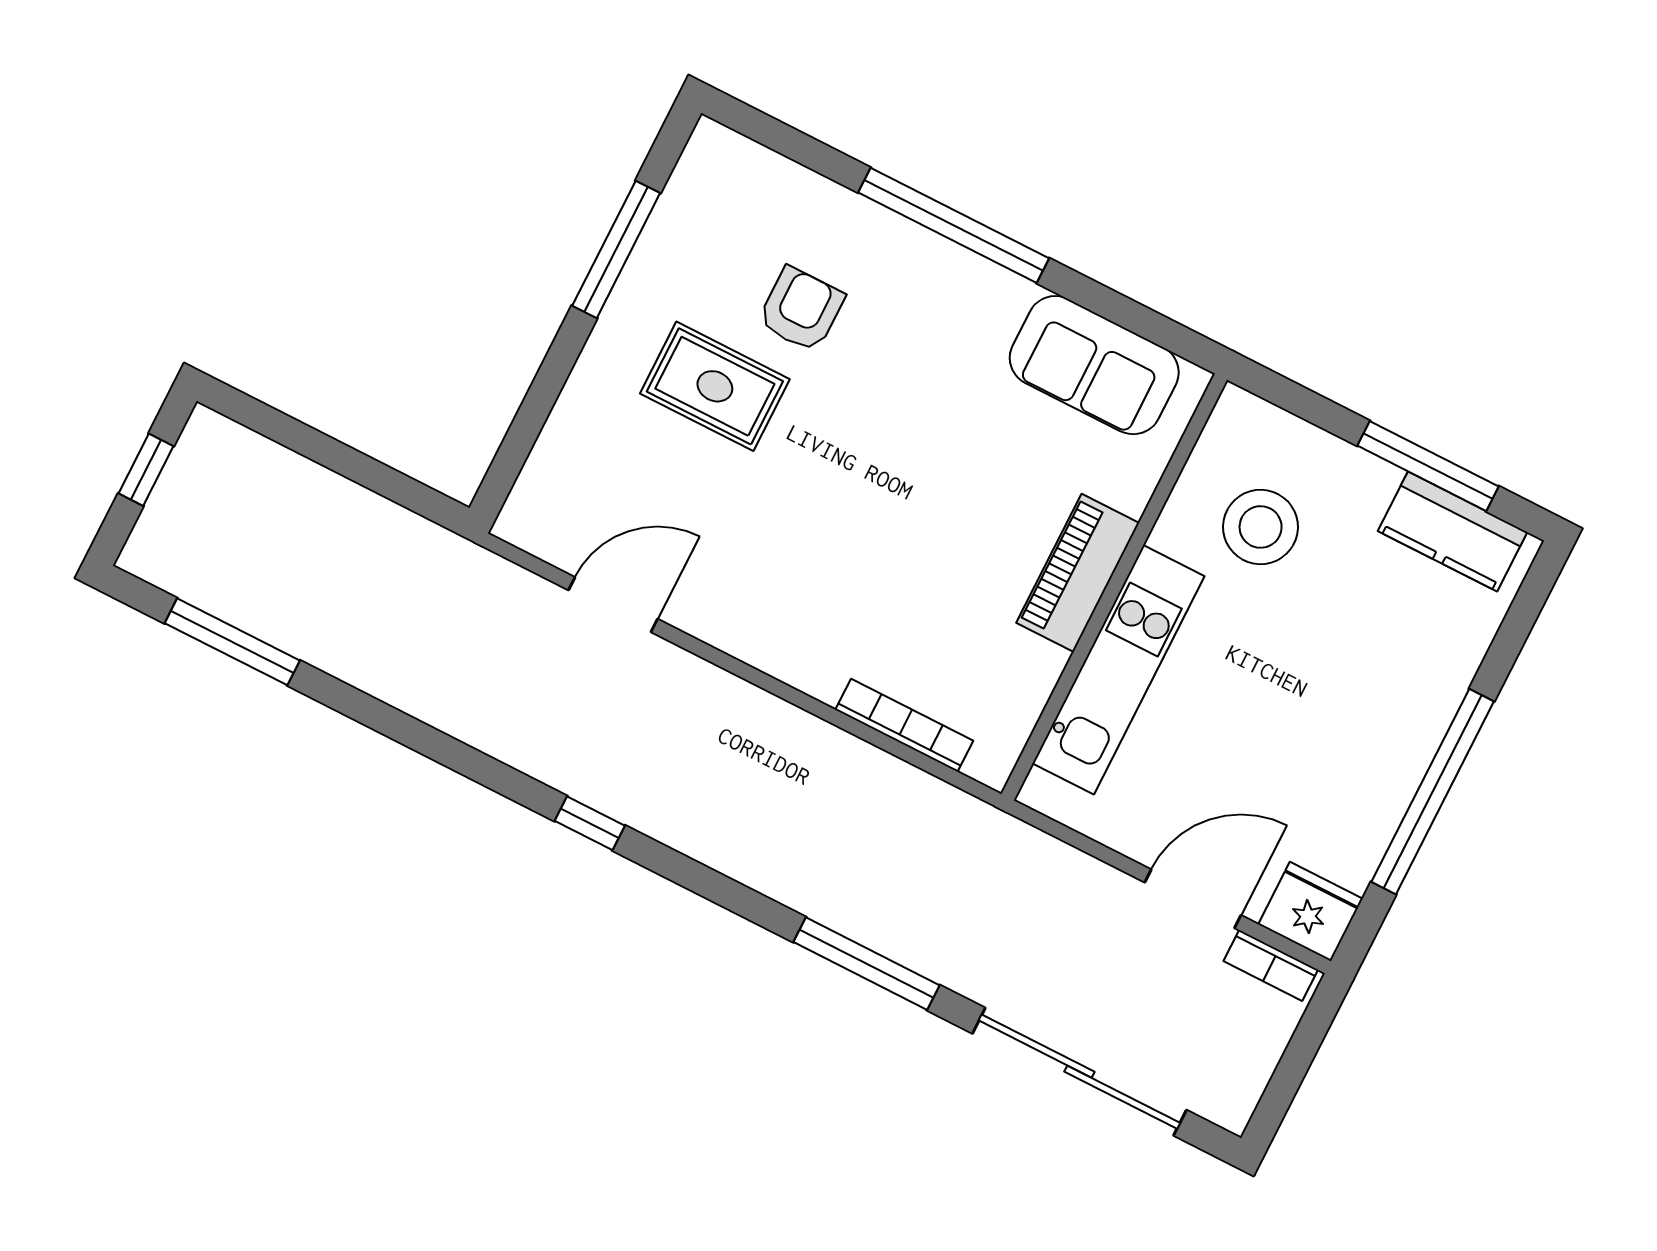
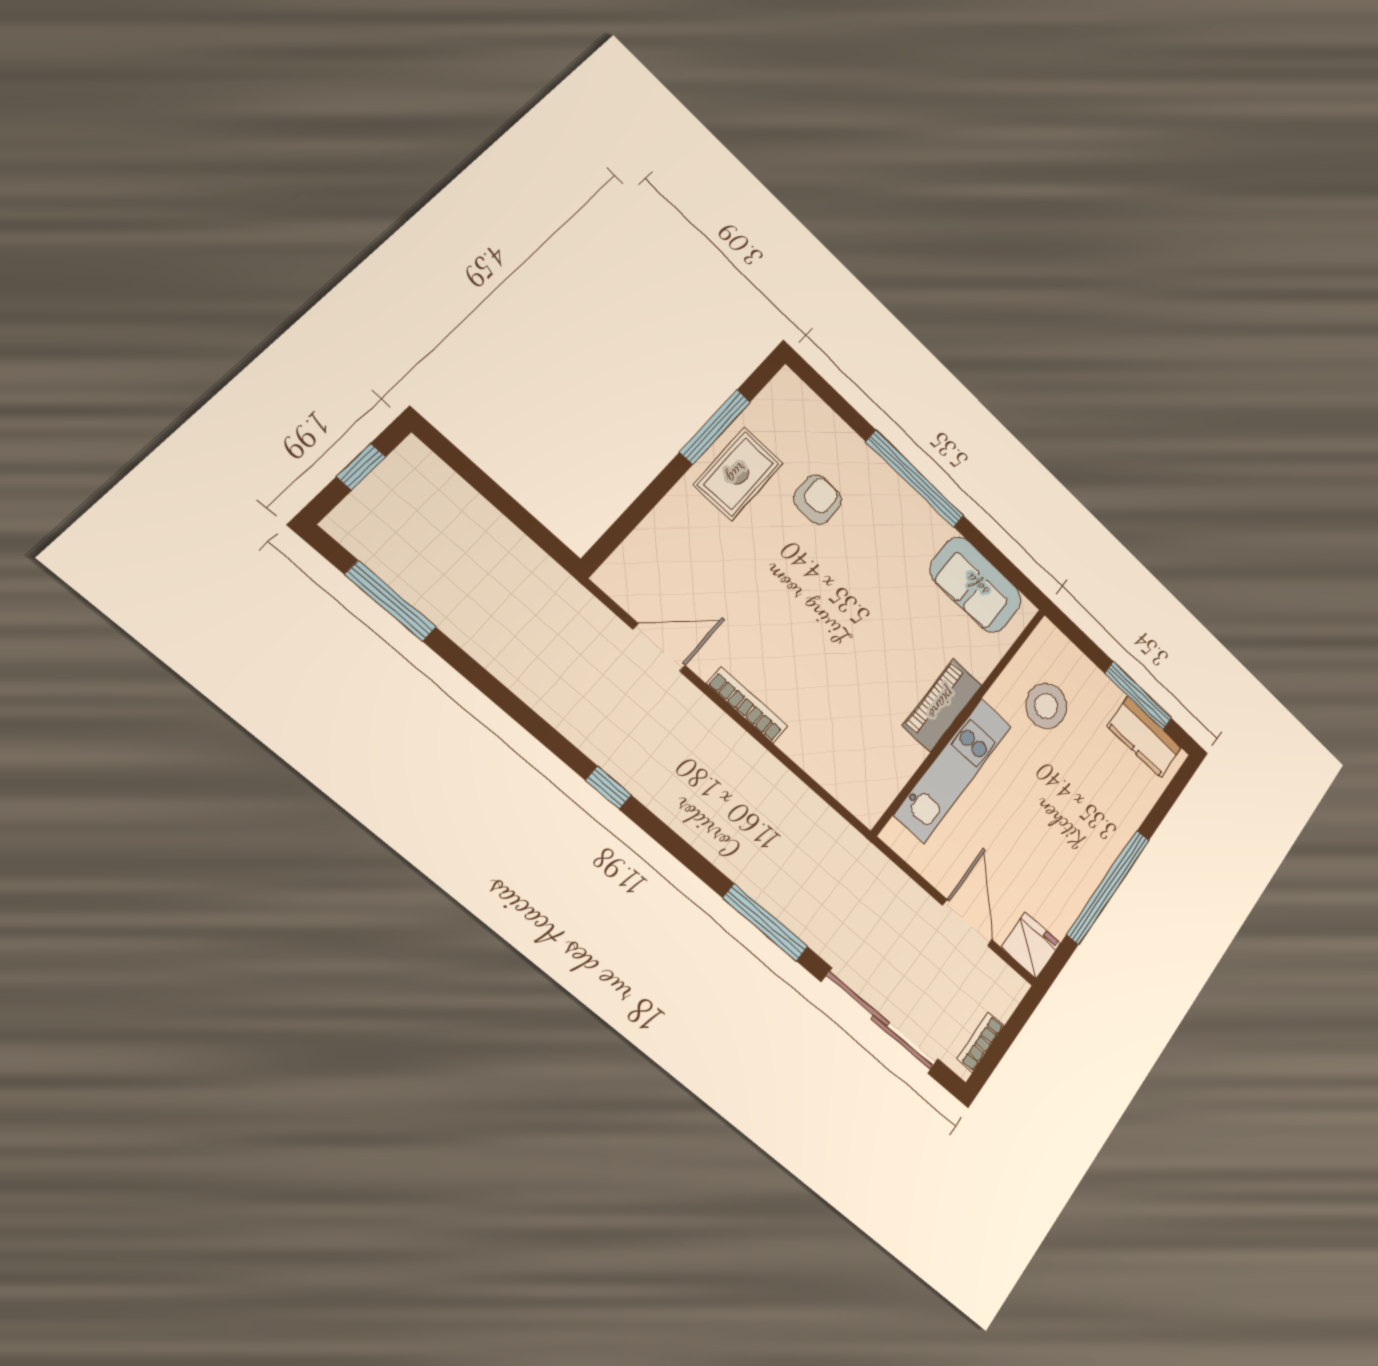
rug: (715, 386) -> (738, 474), moved, turned 90
bookcase: (904, 725) -> (747, 705), moved
door: (1193, 899) -> (967, 923), hinge flipped
bookcase: (1271, 965) -> (981, 1042), moved, turned 90

